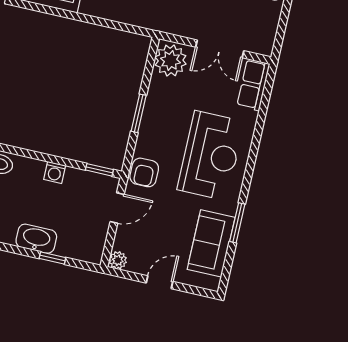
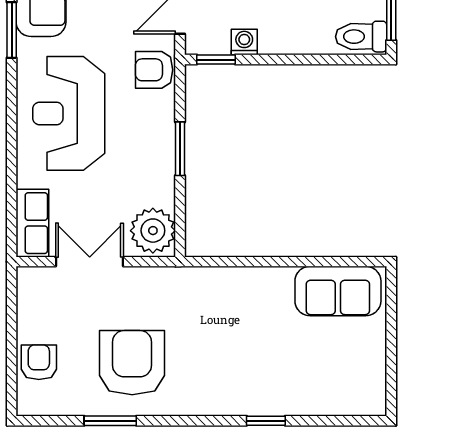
washing machine: (55, 172) -> (244, 42), moved
armchair: (144, 172) -> (154, 70), turned -90

